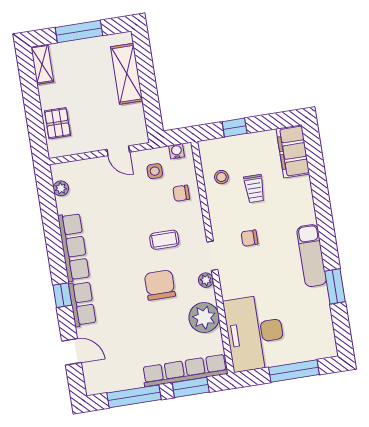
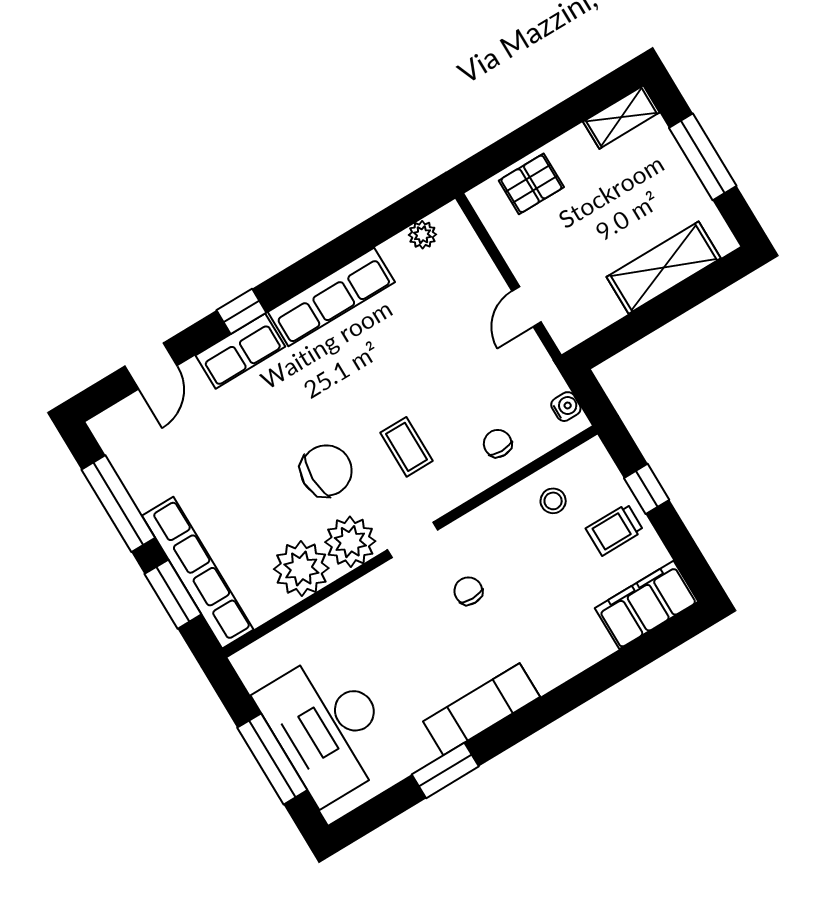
side table: (155, 171) -> (517, 383), removed
trolley: (254, 189) -> (615, 530), moved
plant: (206, 280) -> (350, 542), width x1.88, depth x1.88
desk: (255, 333) -> (328, 727), moved, turned -90

